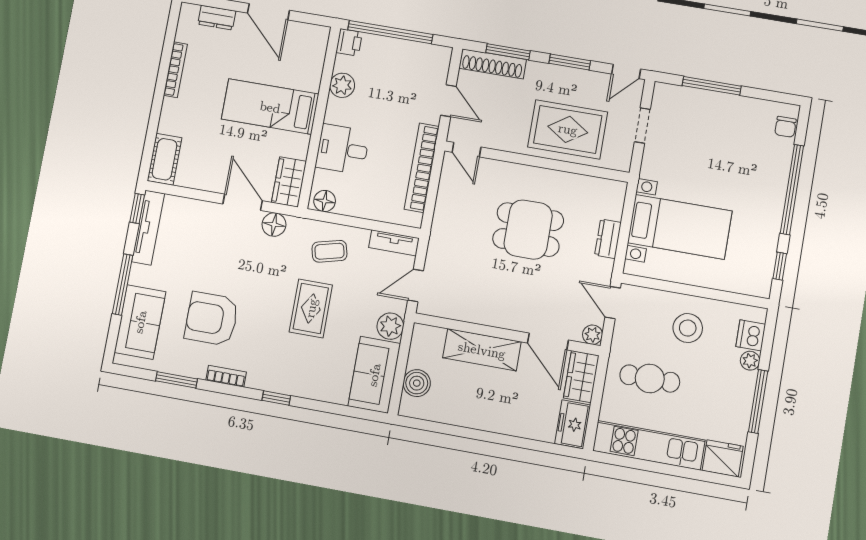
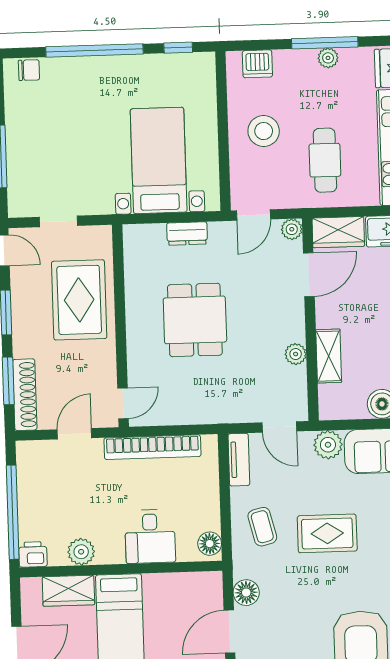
wardrobe: (289, 182) -> (68, 591), moved
plant: (478, 314) -> (296, 354), added
shelving: (482, 350) -> (329, 356), width x0.67, depth x0.75
plant: (750, 361) -> (328, 58), moved

